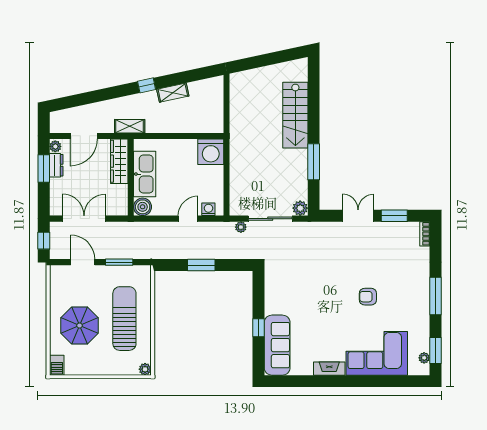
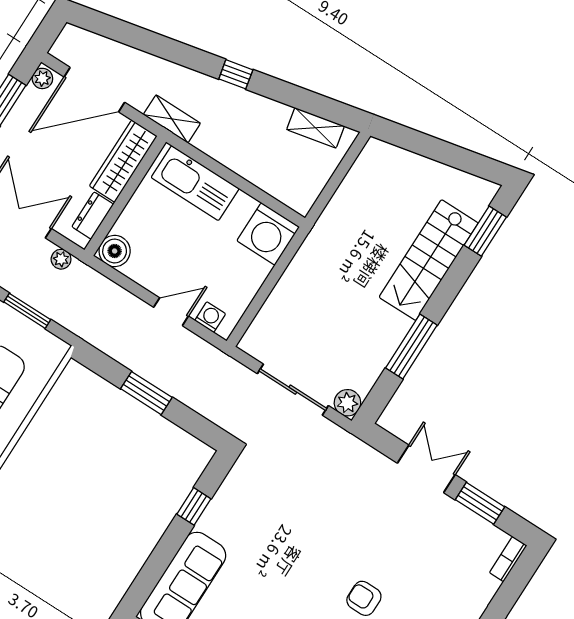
window: (314, 84) -> (485, 231), added
shelving: (173, 93) -> (316, 128), moved
door: (84, 136) -> (94, 90), width x1.36
dresser: (56, 165) -> (93, 216), moved, turned 180
kitchen sink: (145, 174) -> (195, 183), moved, turned 90
plant: (241, 227) -> (61, 259), moved
window: (258, 328) -> (194, 506), moved

